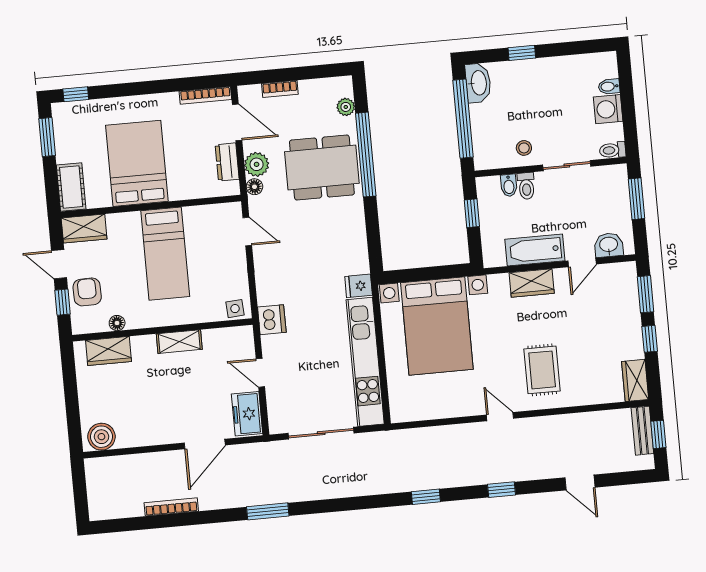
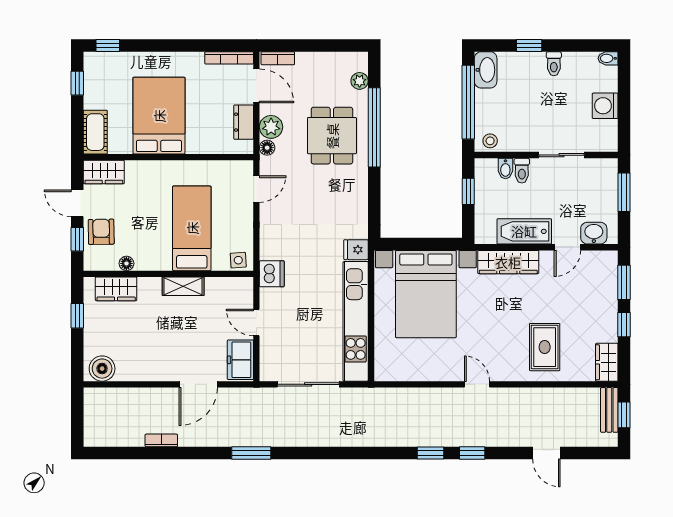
bidet: (609, 86) -> (608, 58), moved
bookcase: (280, 89) -> (278, 58), moved
window: (47, 137) -> (77, 83), width x0.67
stool: (524, 148) -> (490, 141), moved
toilet: (613, 150) -> (554, 64), moved, turned -90
dining table: (322, 168) -> (332, 136), width x0.73
door: (247, 231) -> (256, 189), hinge flipped
bed: (165, 254) -> (192, 228), moved, turned 180
wardrobe: (532, 283) -> (508, 262), width x1.50
rug: (542, 370) -> (545, 347), moved
window: (70, 383) -> (77, 316), added
window: (426, 497) -> (430, 453), moved
bookcase: (171, 507) -> (161, 440), width x0.64

